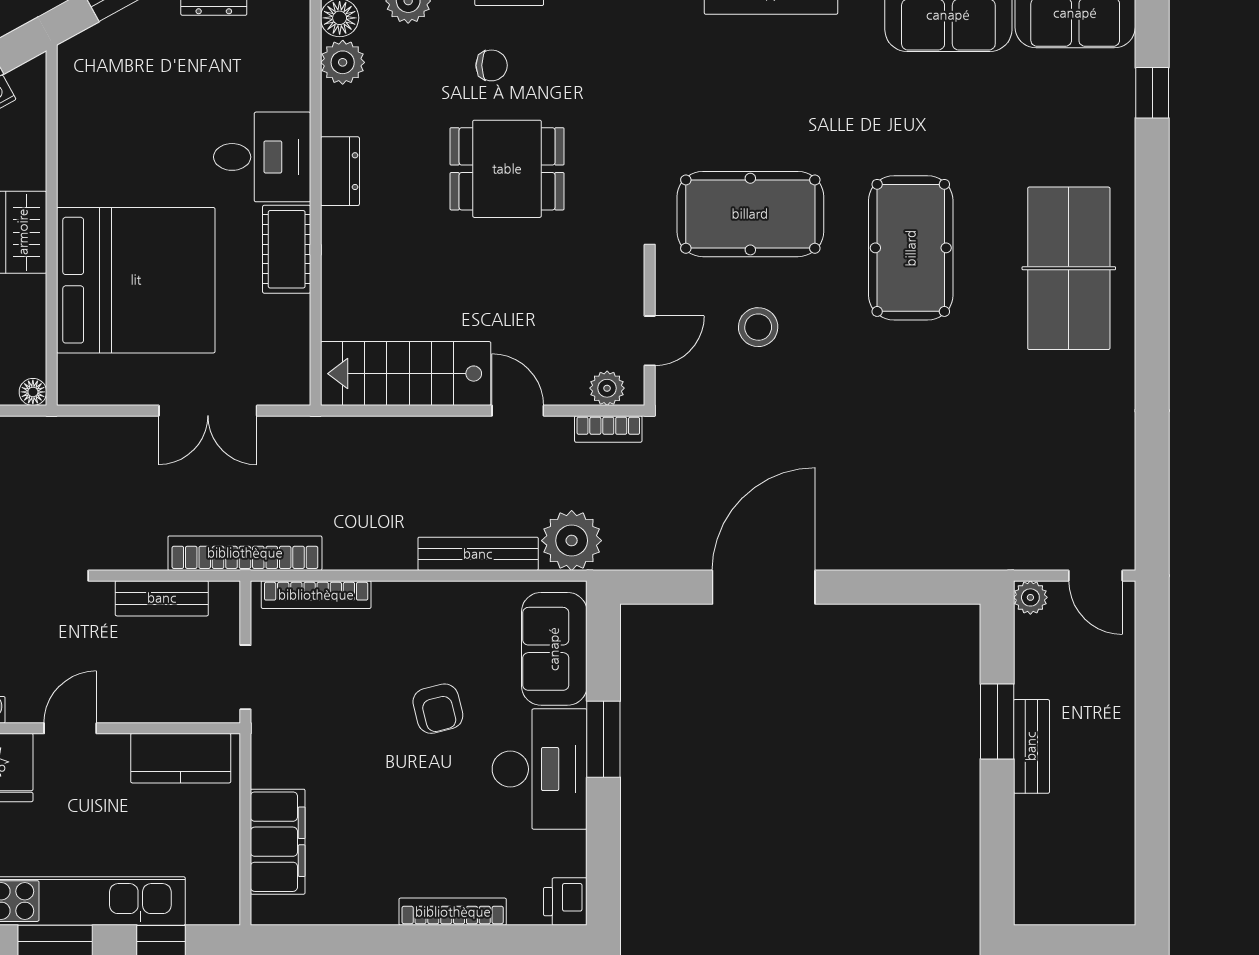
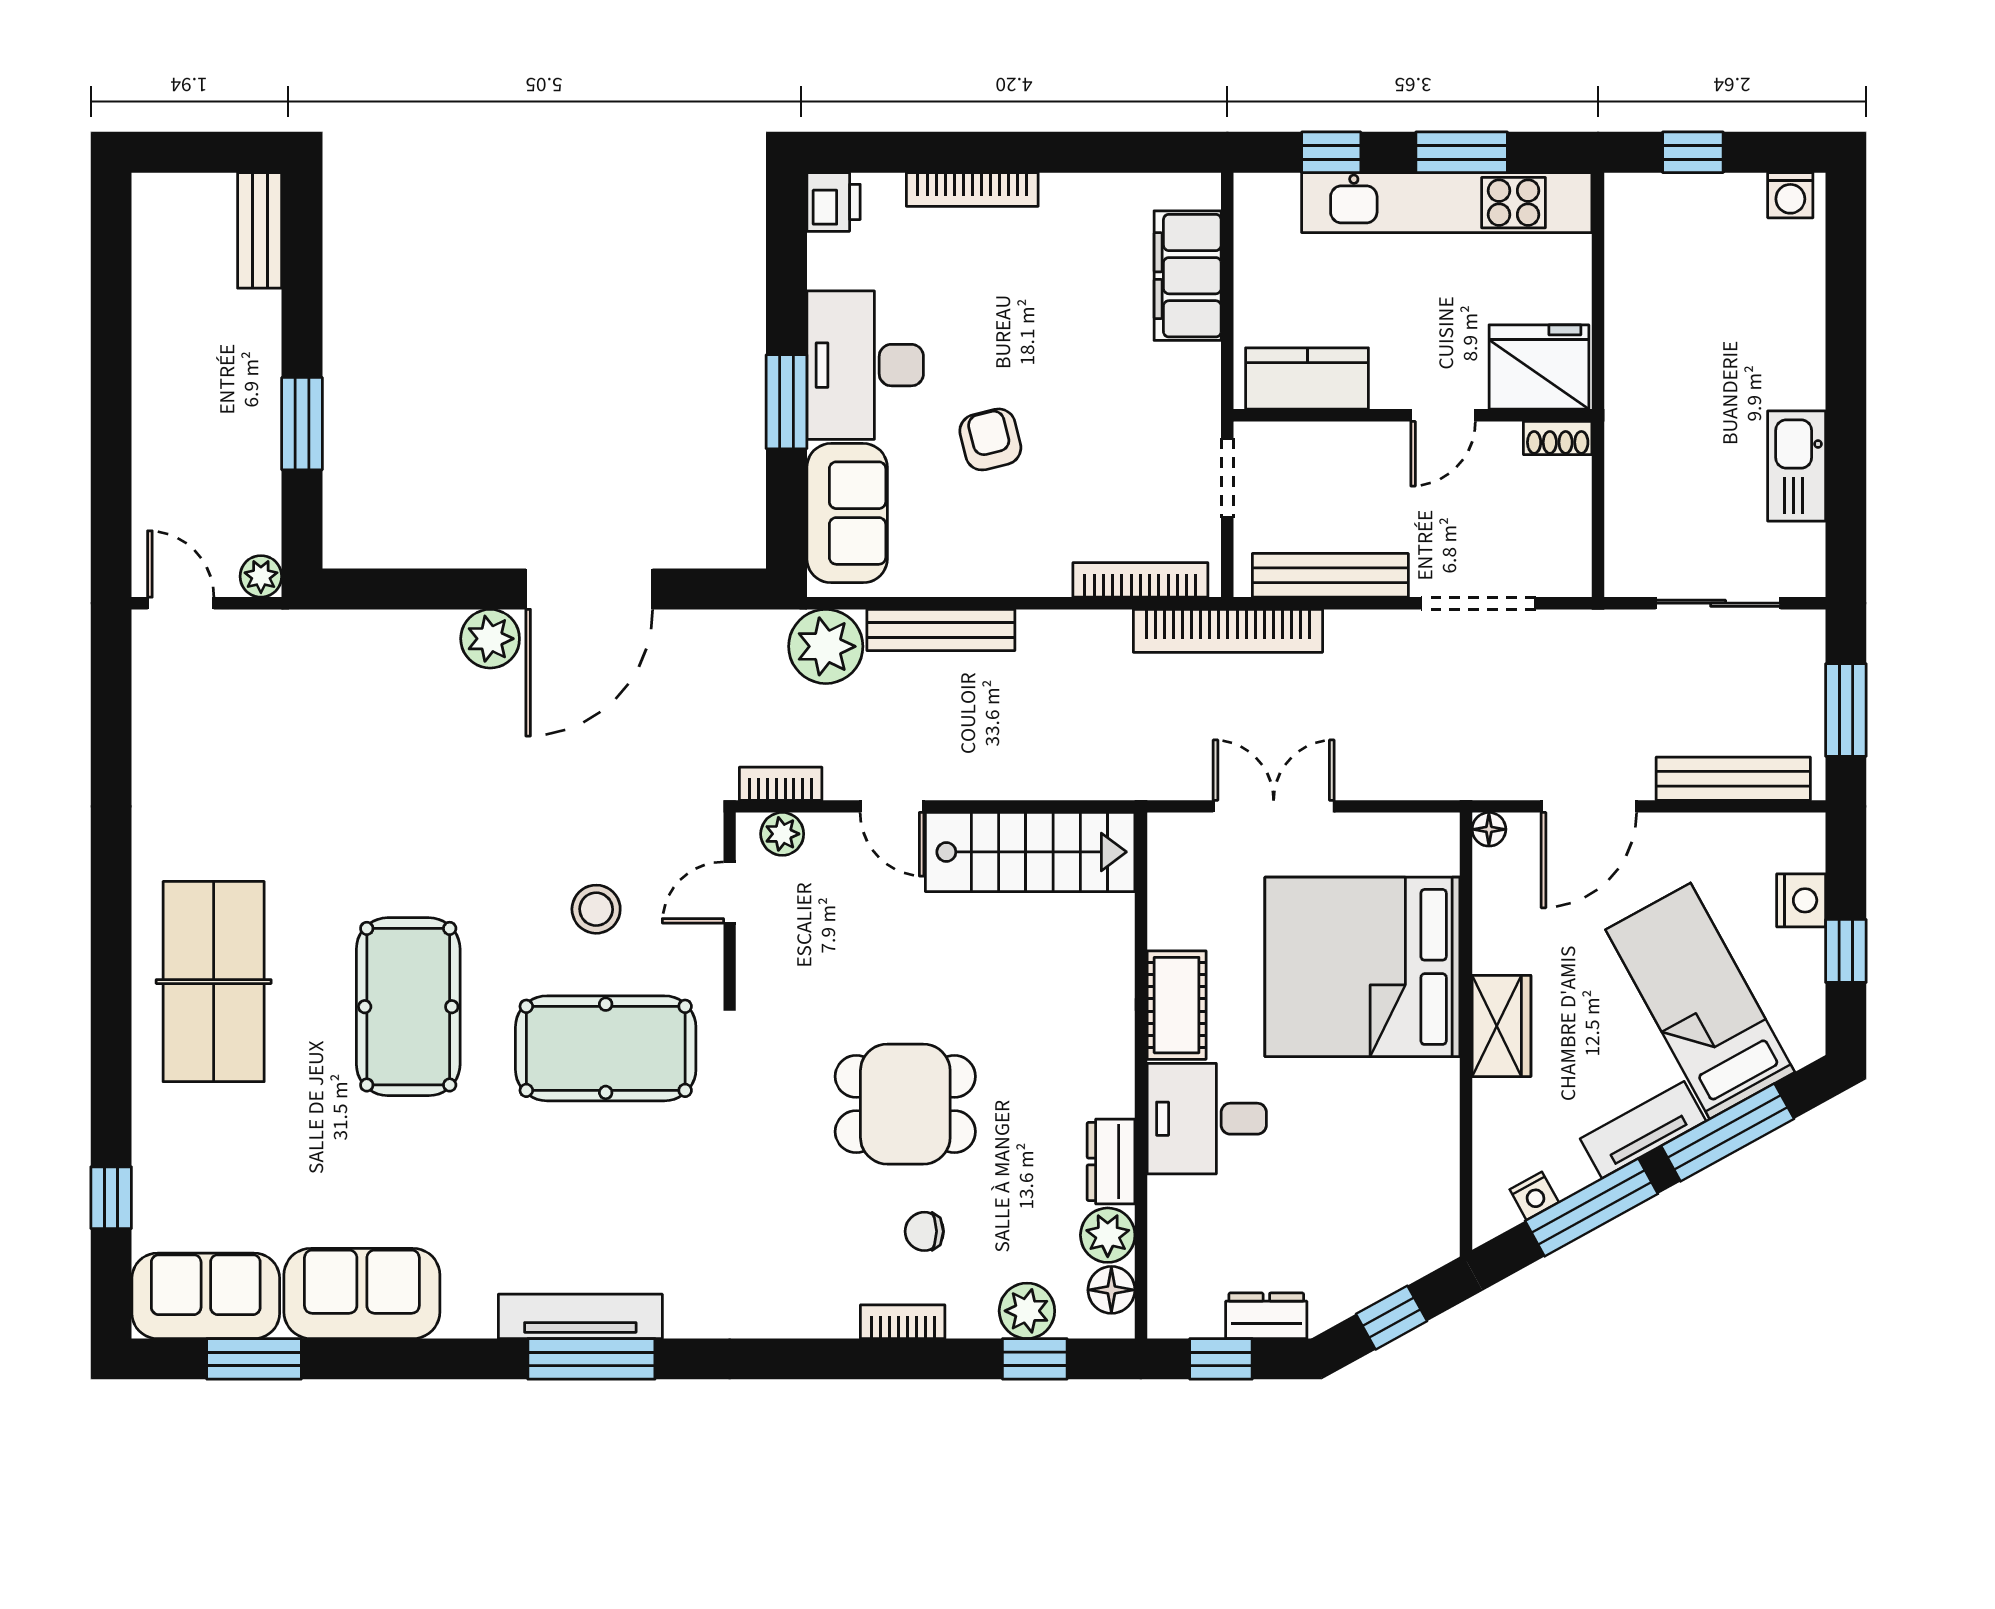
dresser: (340, 171) -> (1111, 1161), moved
plant: (844, 547) -> (490, 639), added
bench: (162, 598) -> (1330, 575), width x1.36
bench: (1031, 746) -> (260, 230), moved

